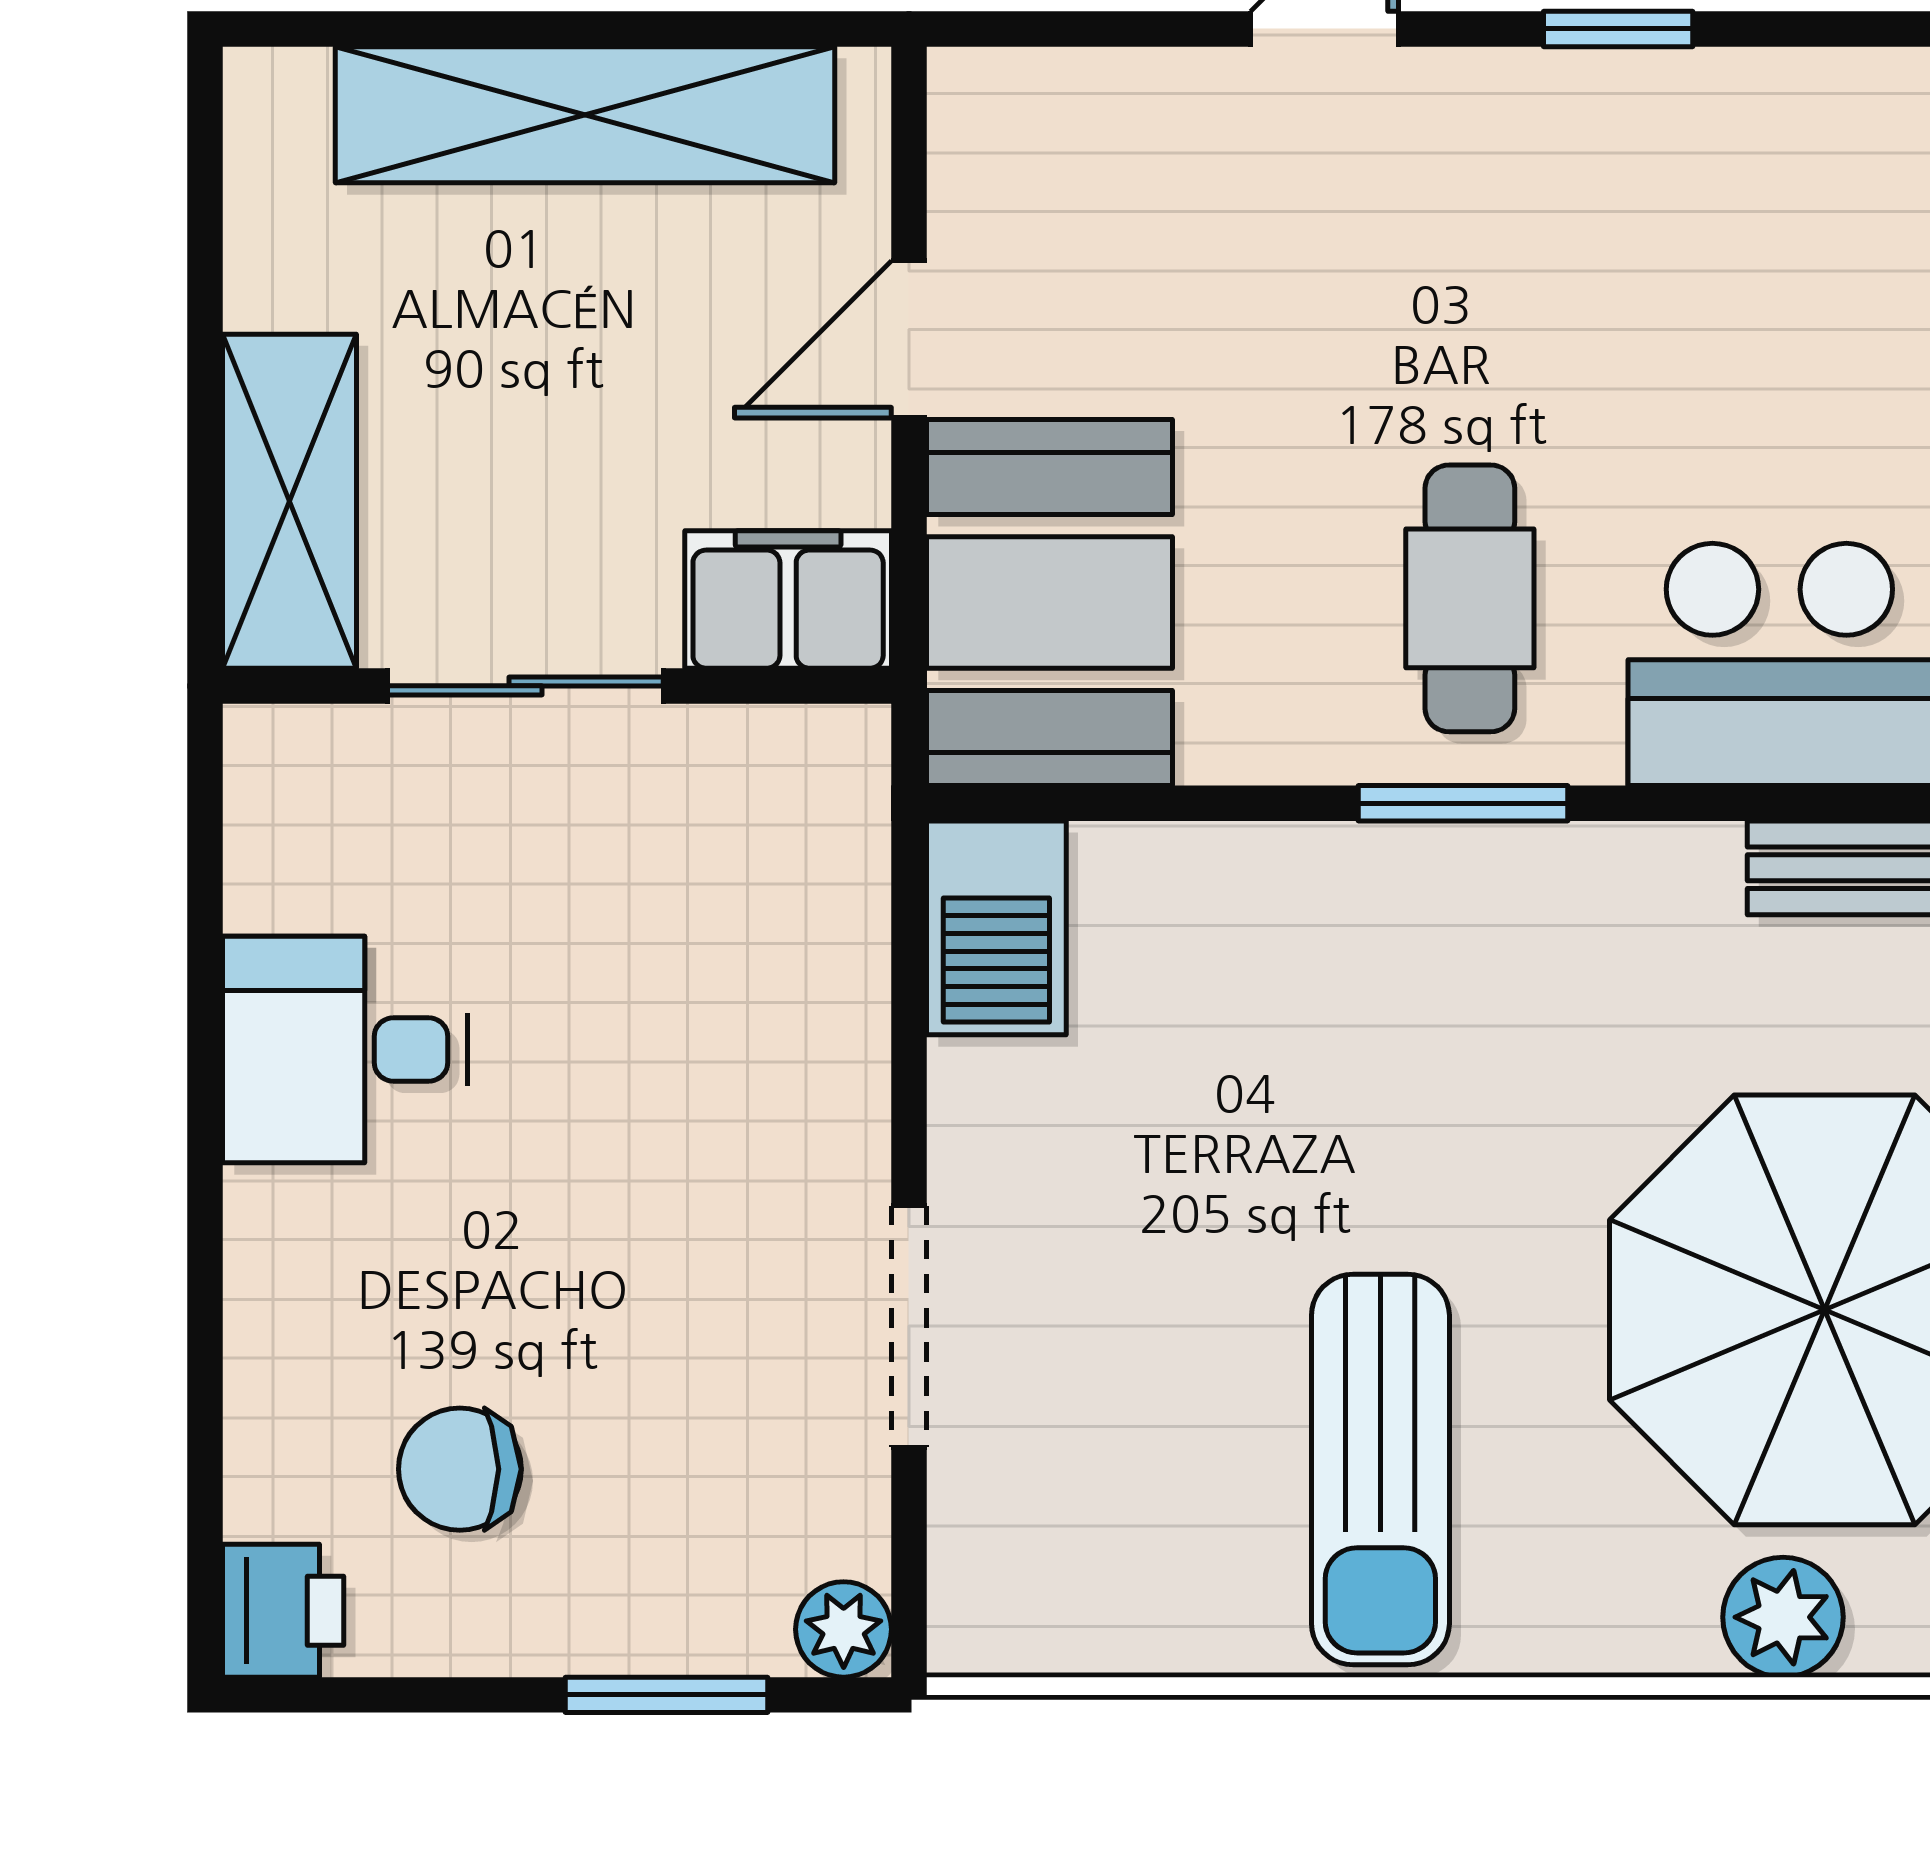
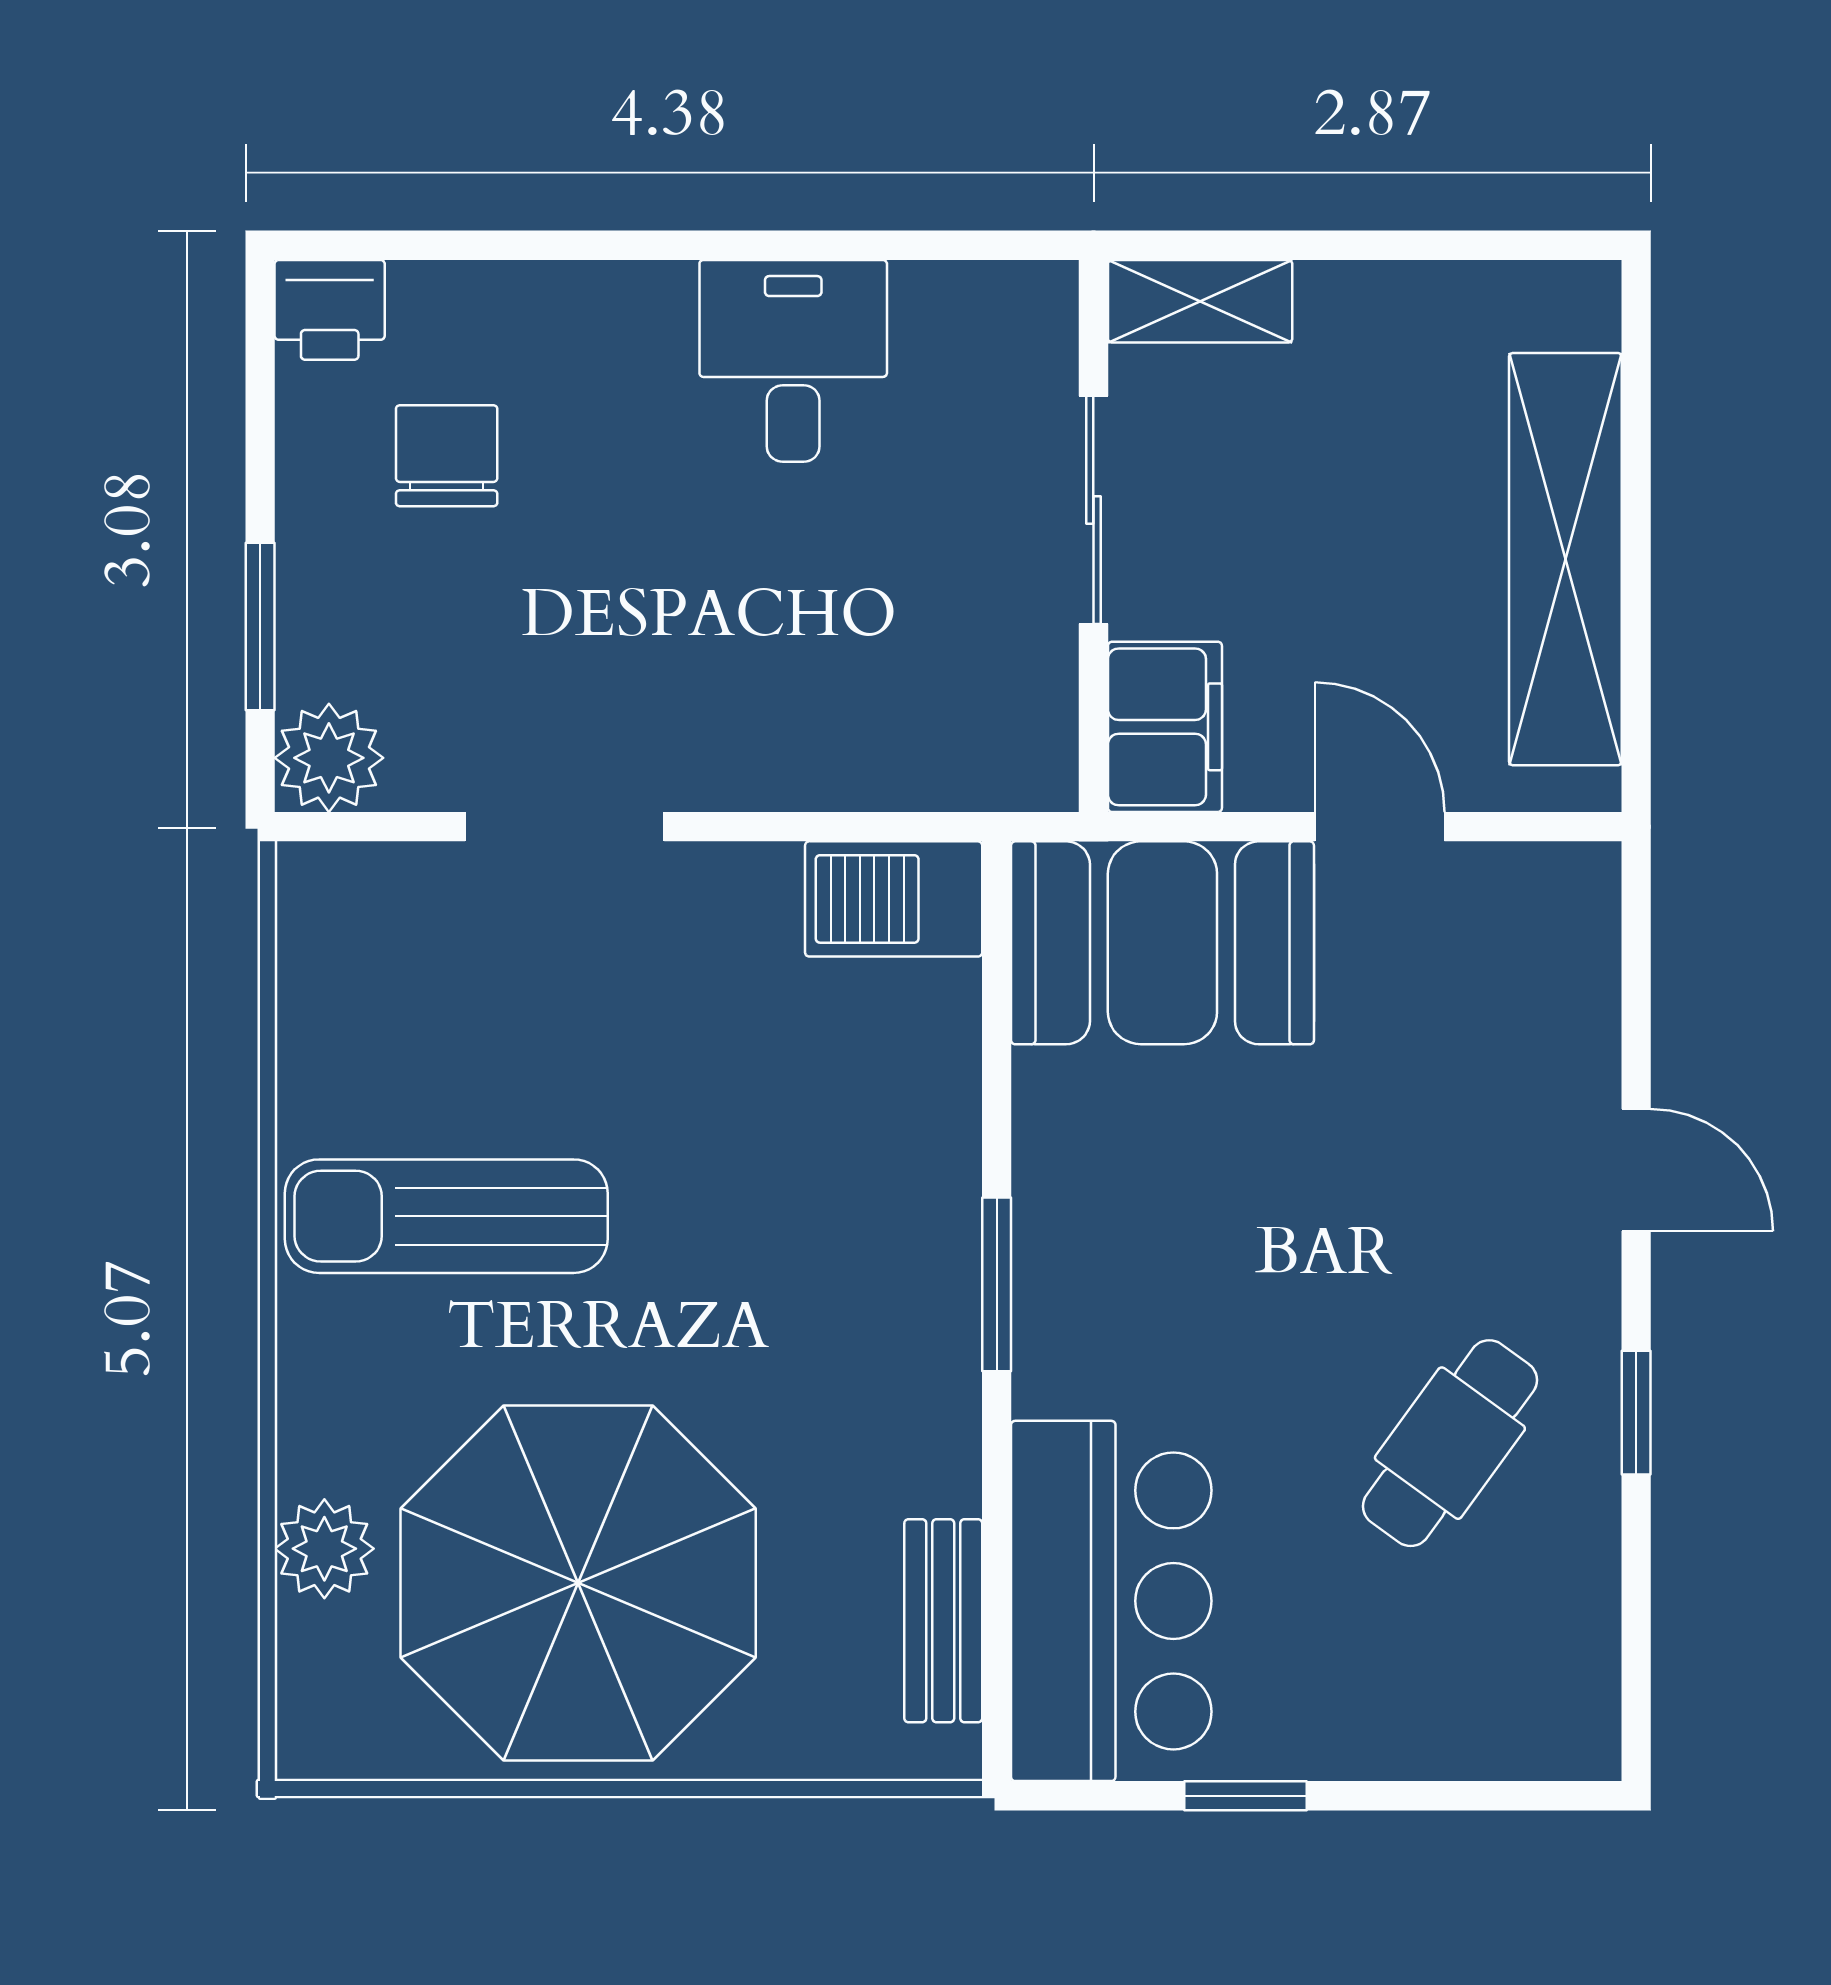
shelving: (289, 501) -> (1200, 301), width x0.67, depth x0.75
cafe table: (1470, 598) -> (1450, 1443), moved, turned -54
plant: (844, 1629) -> (329, 758), width x1.38, depth x1.38

